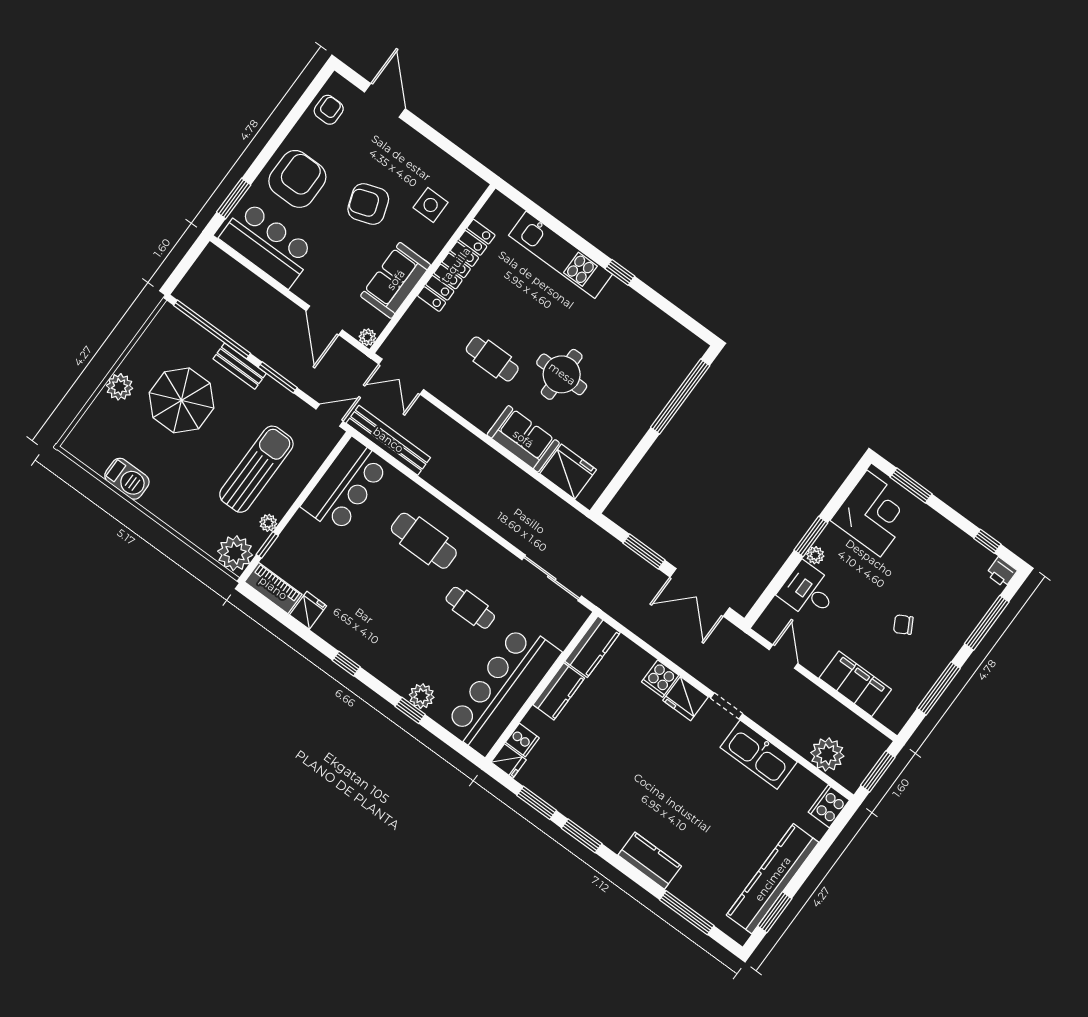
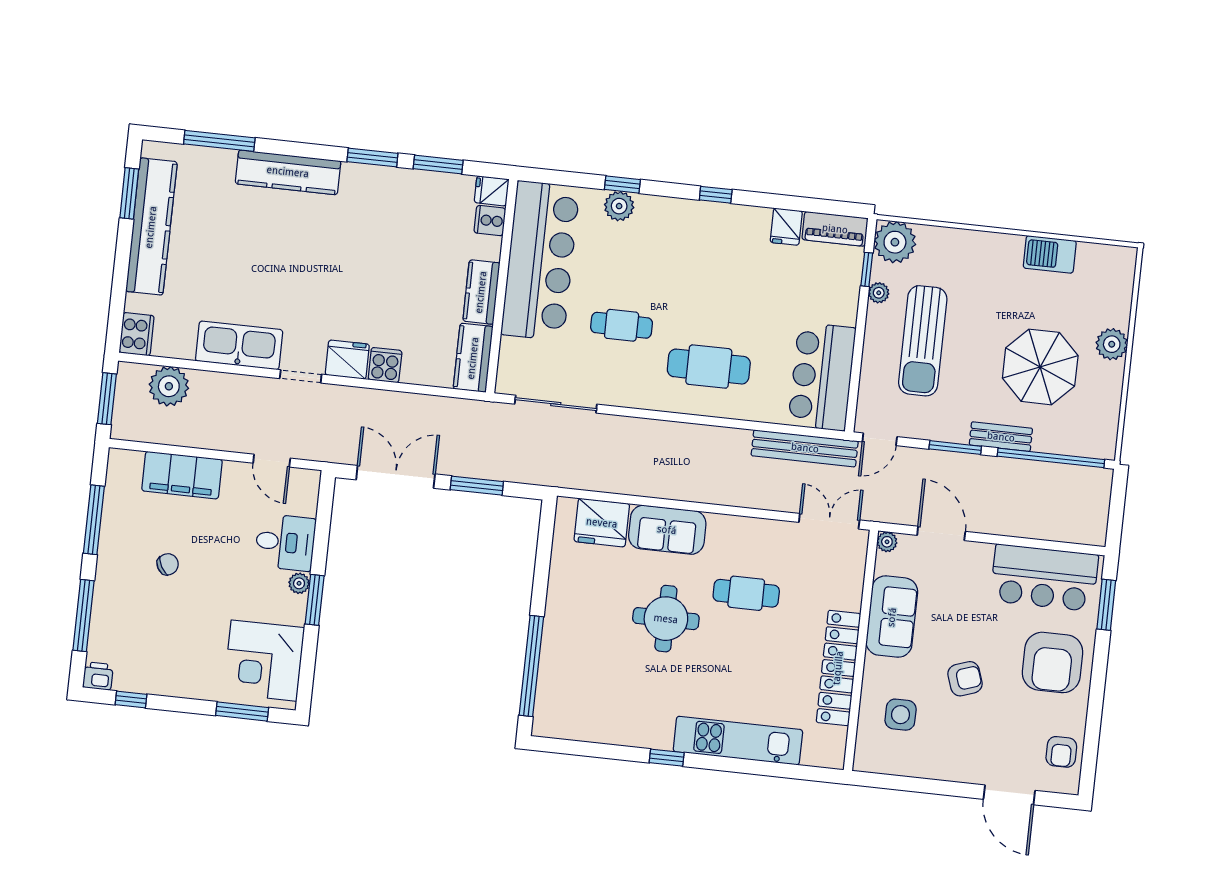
armchair: (368, 204) -> (965, 679), width x0.72, depth x0.72
kitchen counter: (650, 861) -> (288, 172), width x1.50

